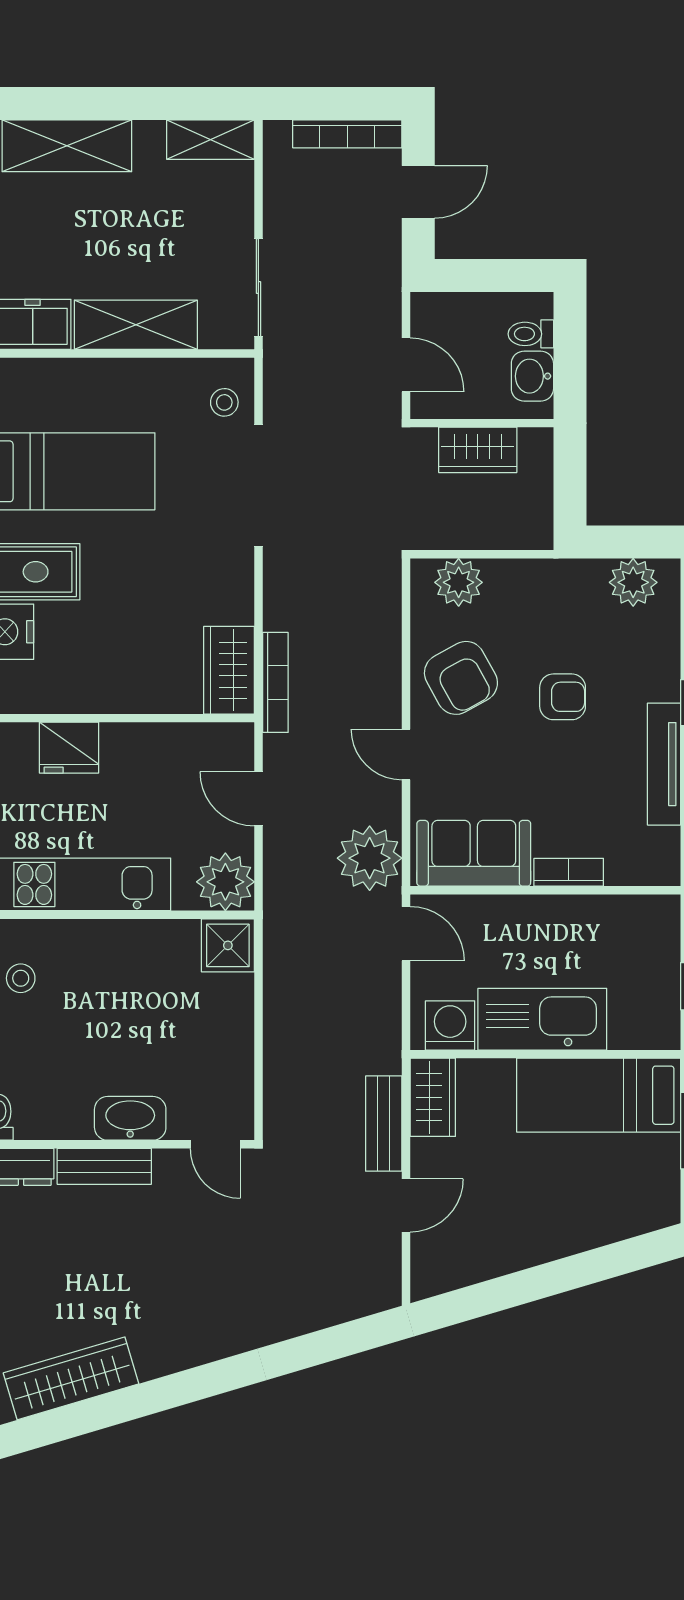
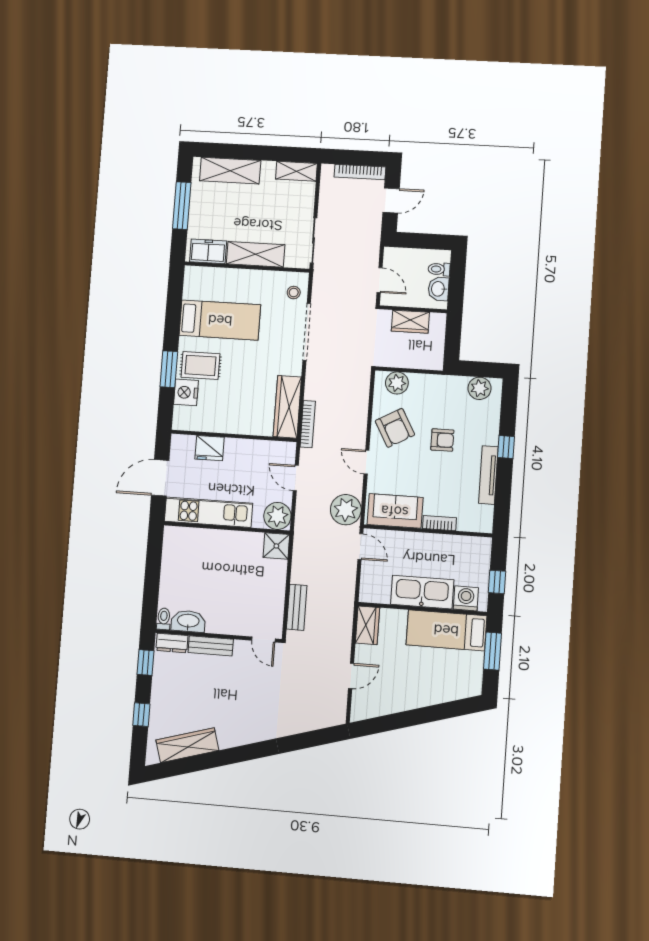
wardrobe: (229, 670) -> (287, 407), width x1.50
stool: (21, 978) -> (179, 554), removed
washing machine: (450, 1025) -> (466, 598), moved
washbasin: (130, 1118) -> (188, 621), moved
bench: (384, 1124) -> (297, 607), moved

